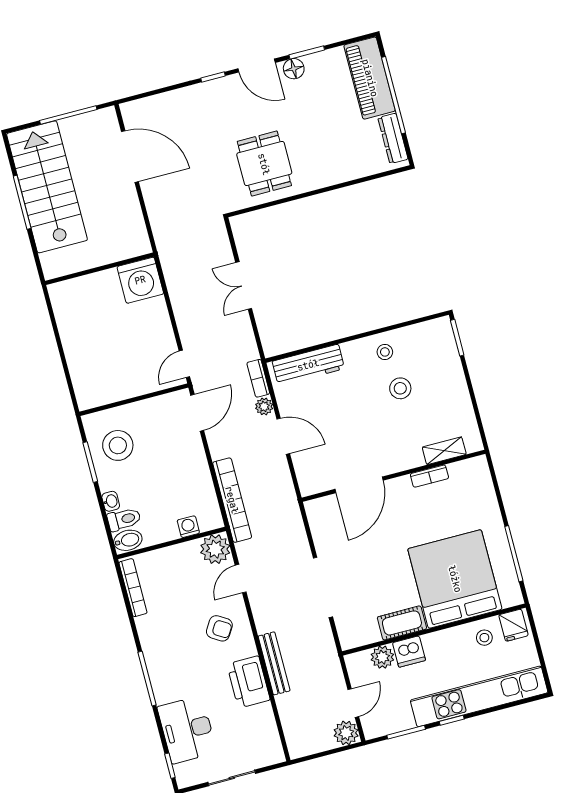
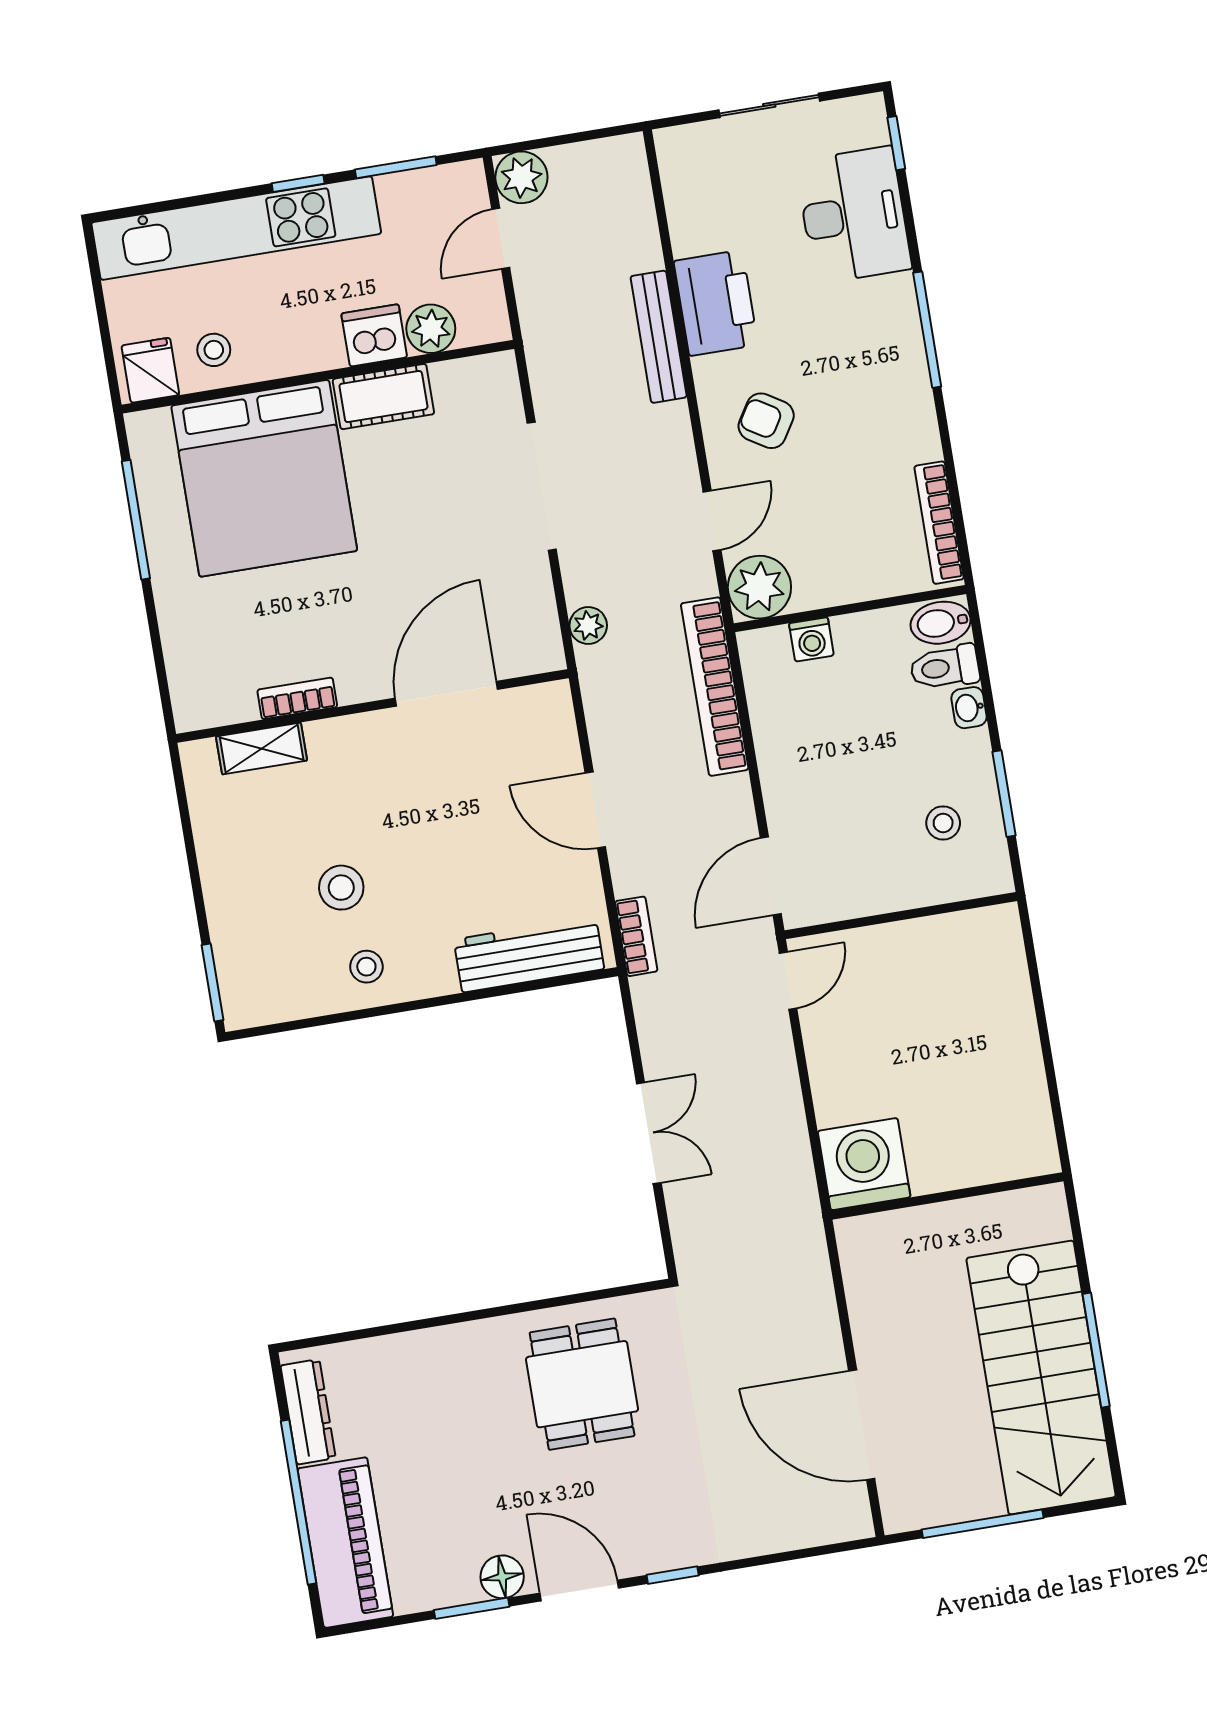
plant: (264, 406) -> (588, 625), moved
stool: (118, 445) -> (943, 823), width x0.53, depth x0.53

